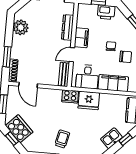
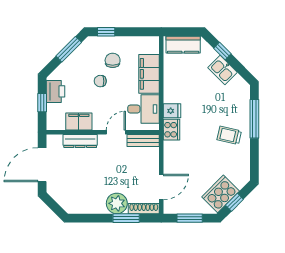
plant: (21, 27) -> (117, 203), moved
filing cabinet: (81, 38) -> (79, 121), moved
door: (72, 55) -> (116, 132), swing flipped
fridge: (89, 100) -> (172, 111), width x0.53, depth x0.75

